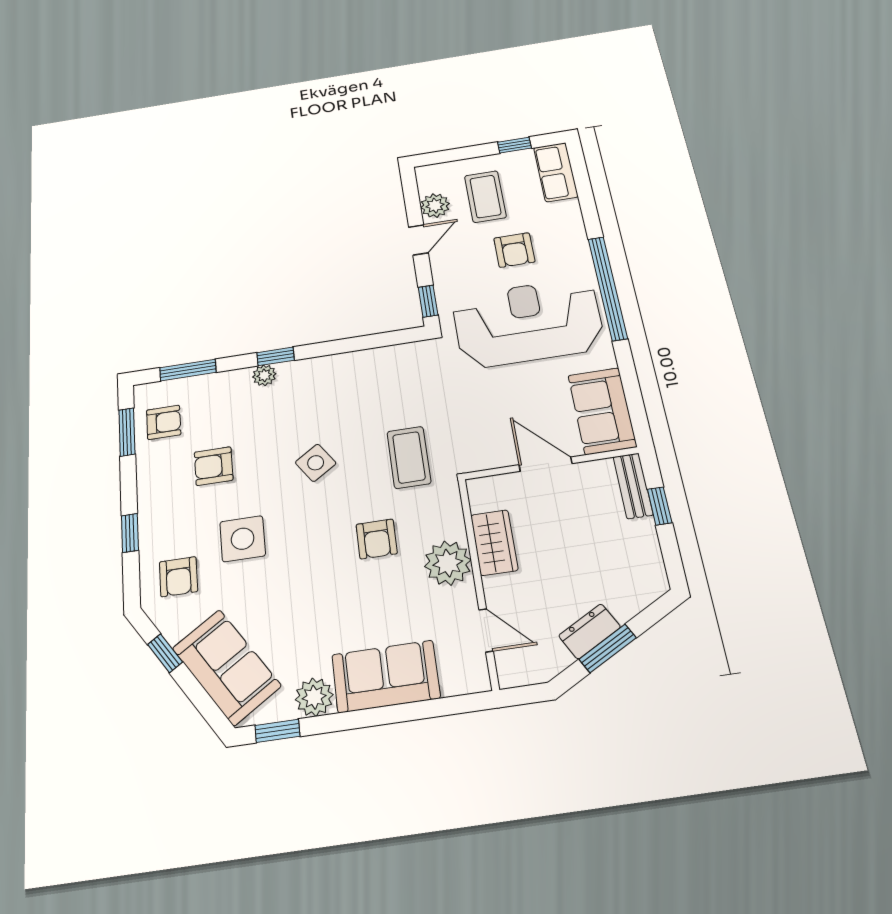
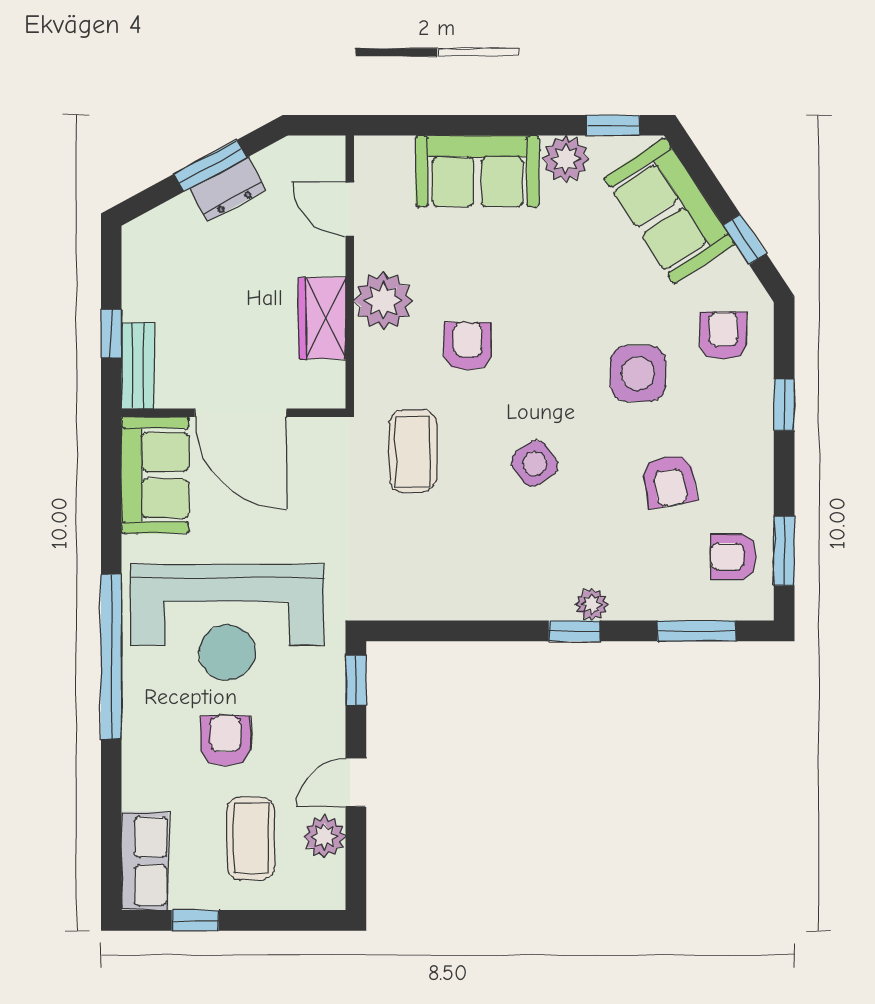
door: (546, 464) -> (241, 413), width x1.36
armchair: (214, 466) -> (669, 481), turned 80

